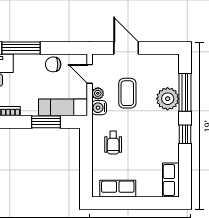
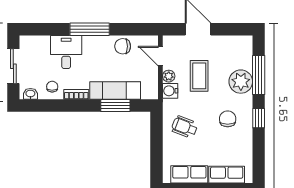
exam couch: (63, 107) -> (115, 91), moved
chair: (155, 135) -> (228, 119), added
wheelchair: (113, 143) -> (185, 127), turned 111
row of seats: (171, 180) -> (227, 175), moved, turned 90

